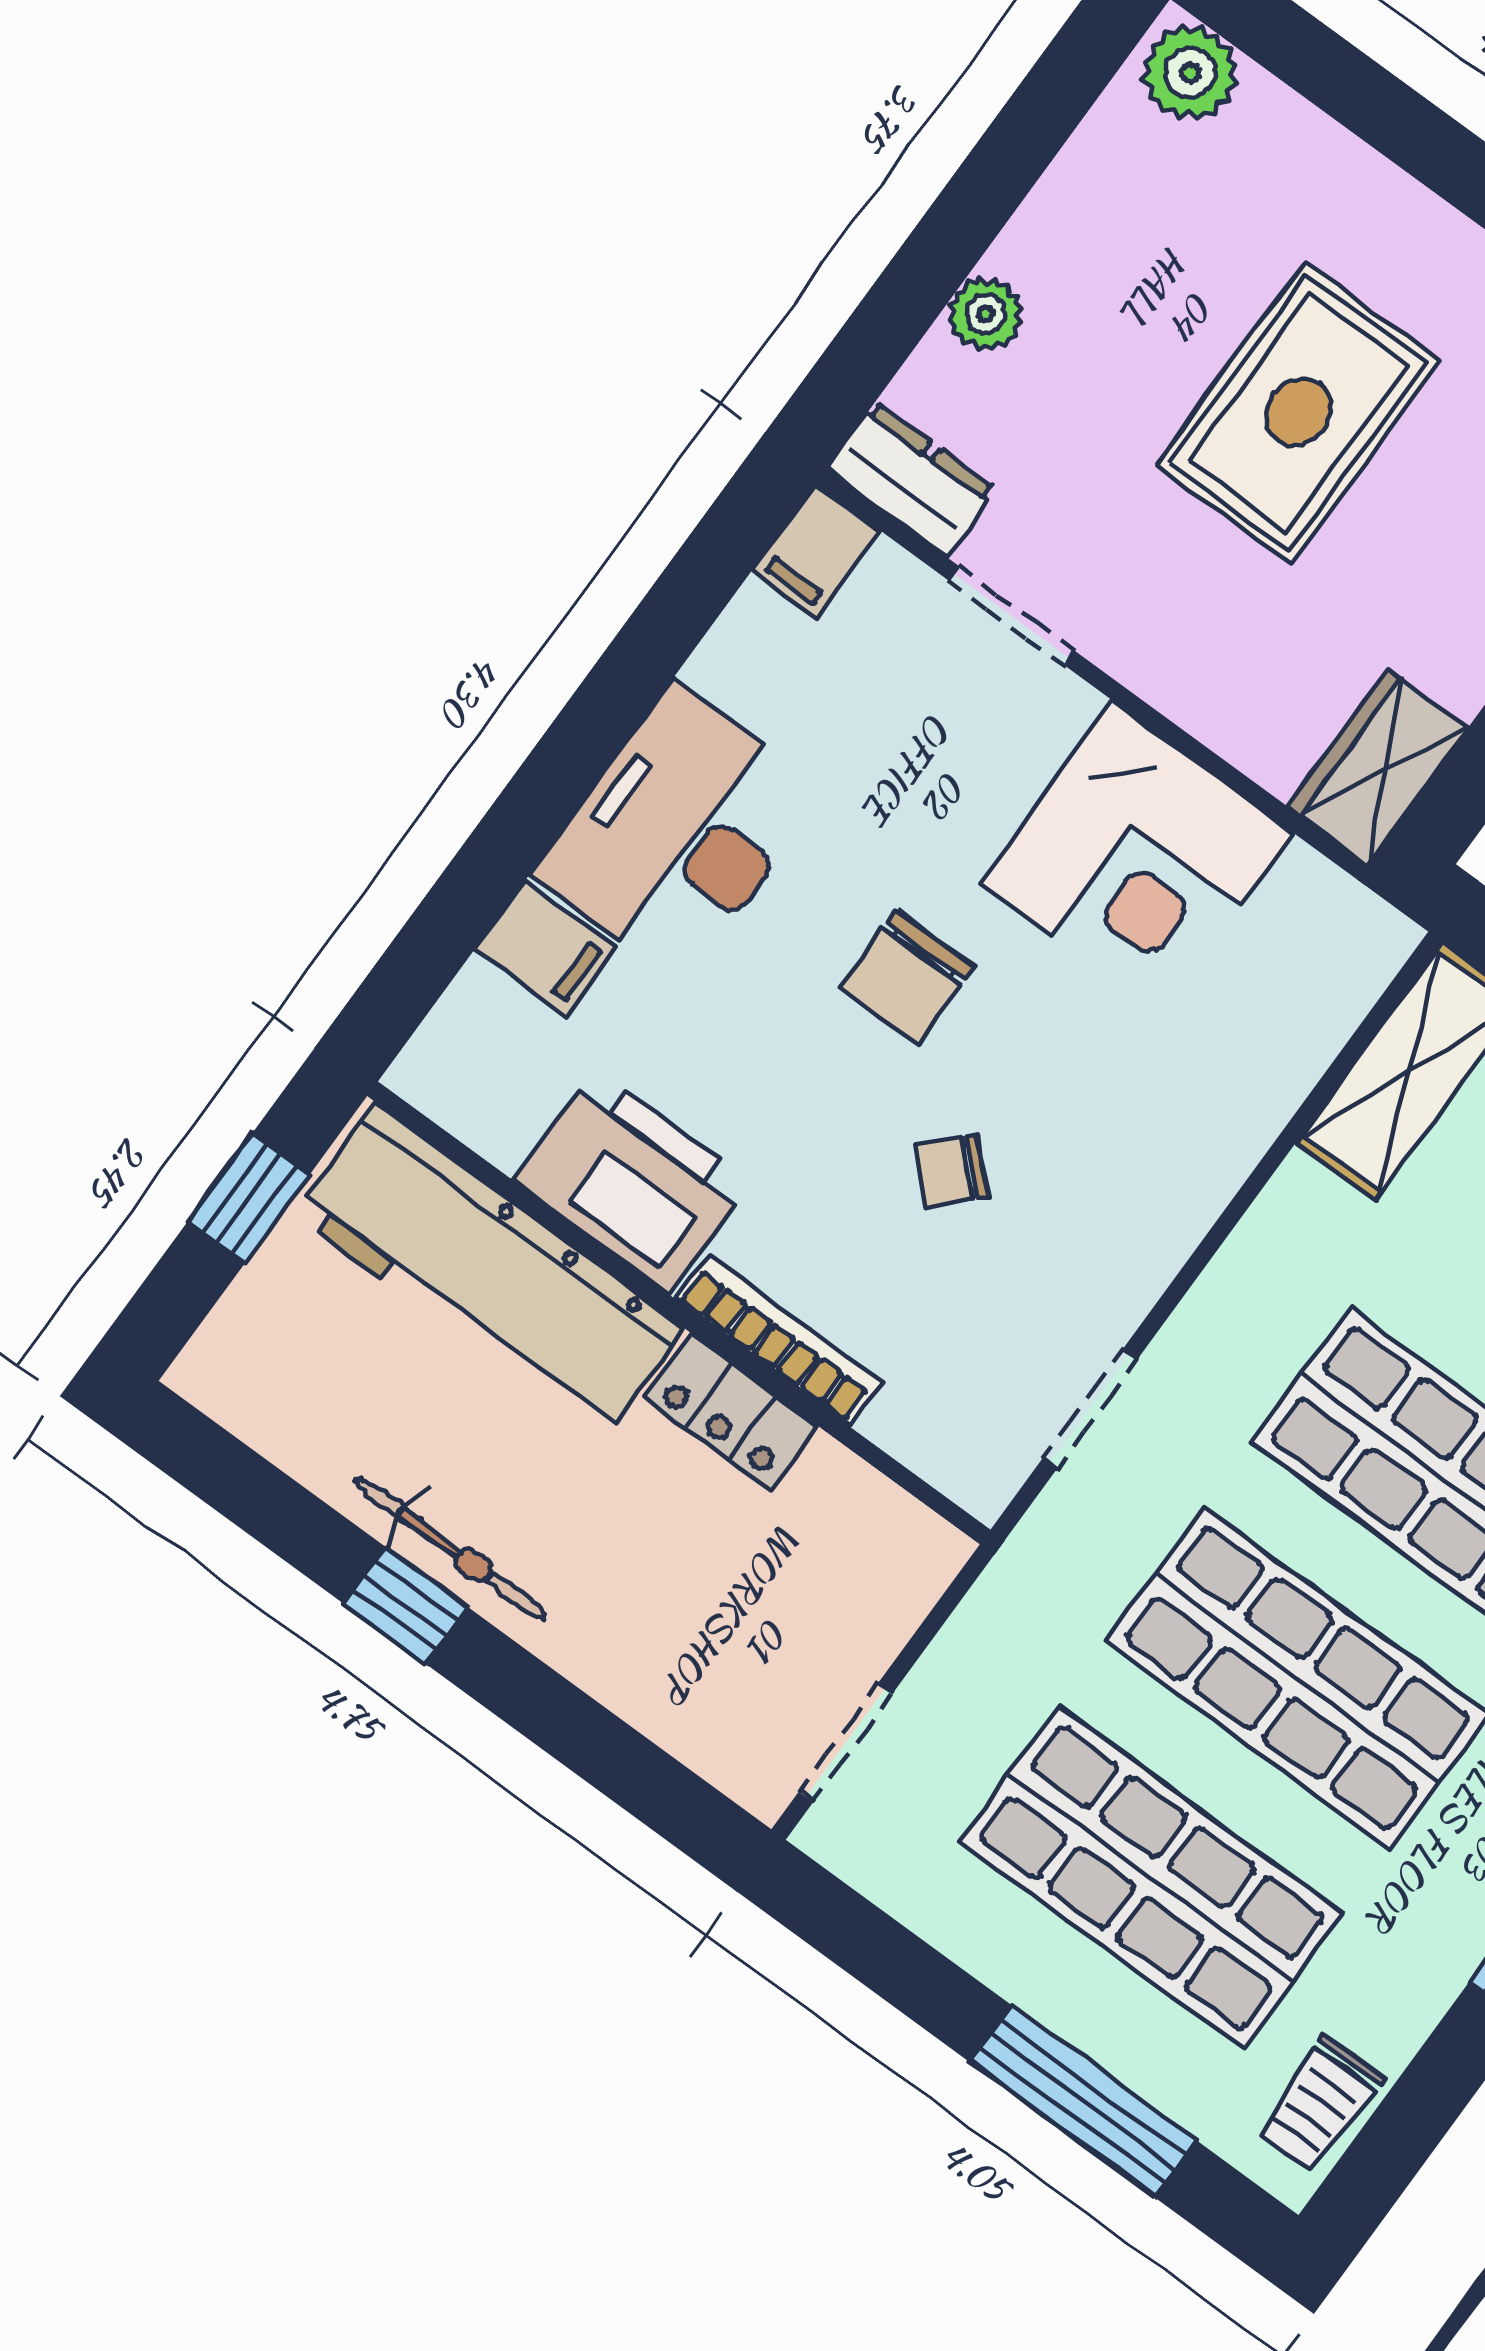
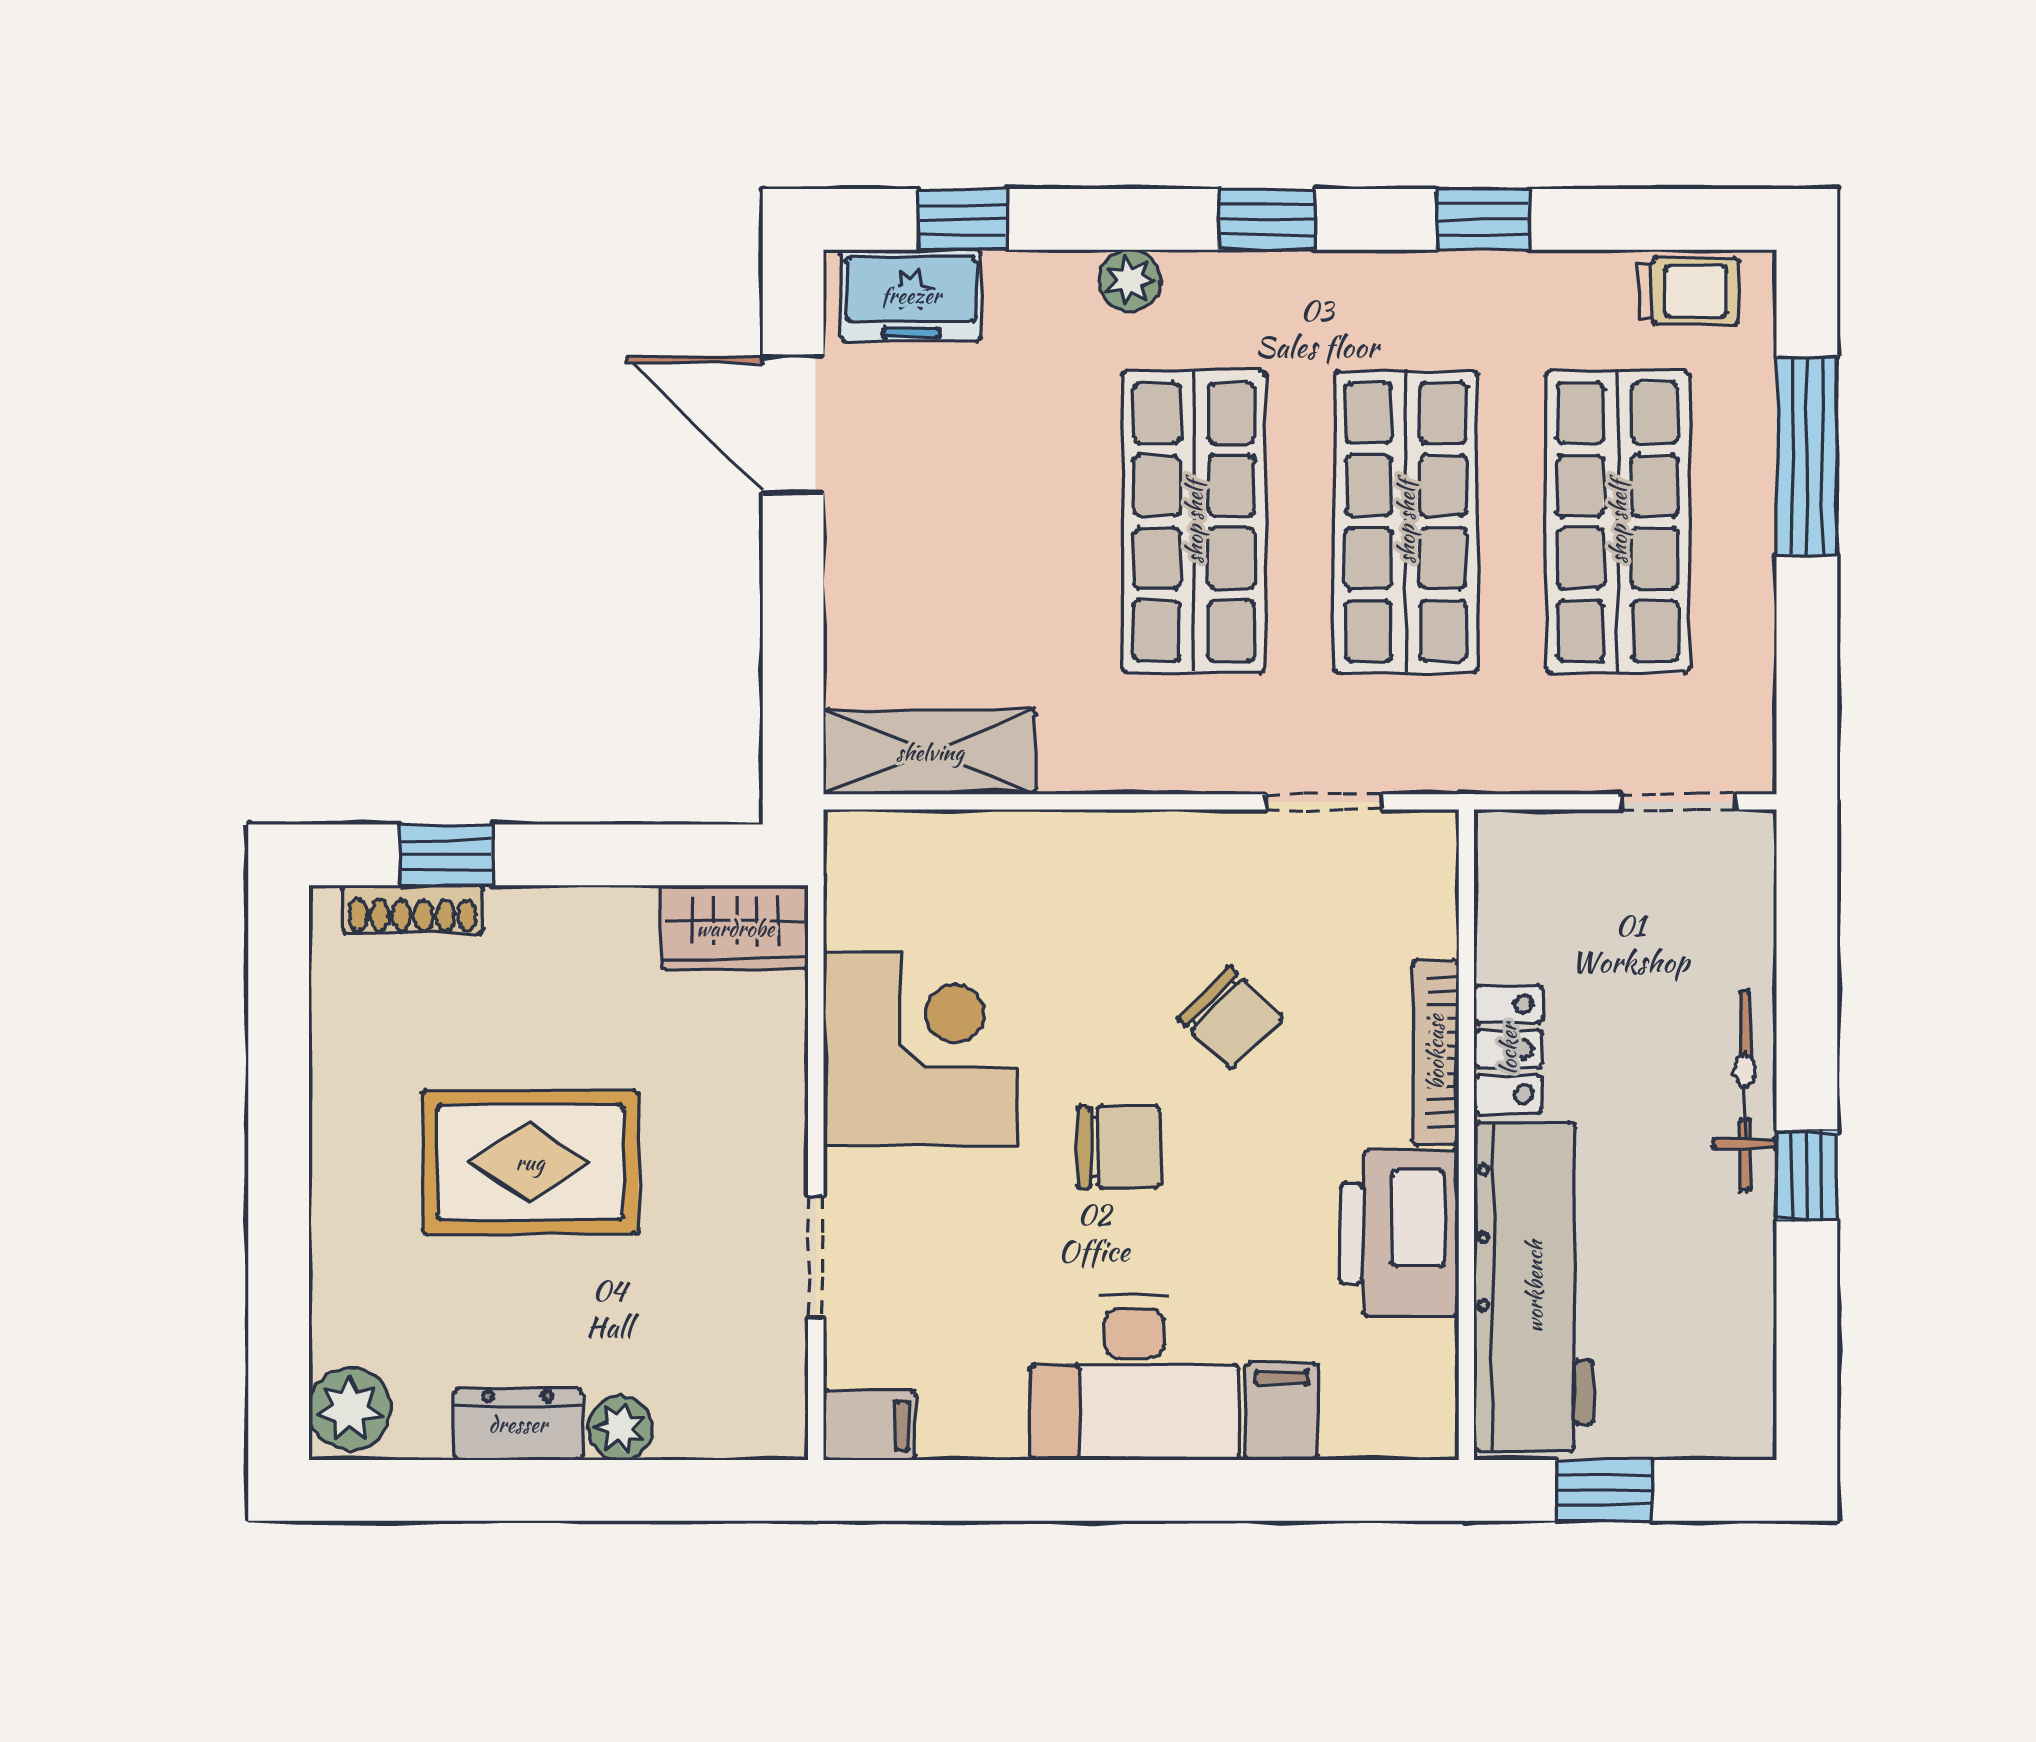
dresser: (911, 479) -> (518, 1424), moved, turned 90
chair: (951, 1171) -> (1230, 1018), width x1.37, depth x1.37
bicycle: (451, 1549) -> (1745, 1091), moved

